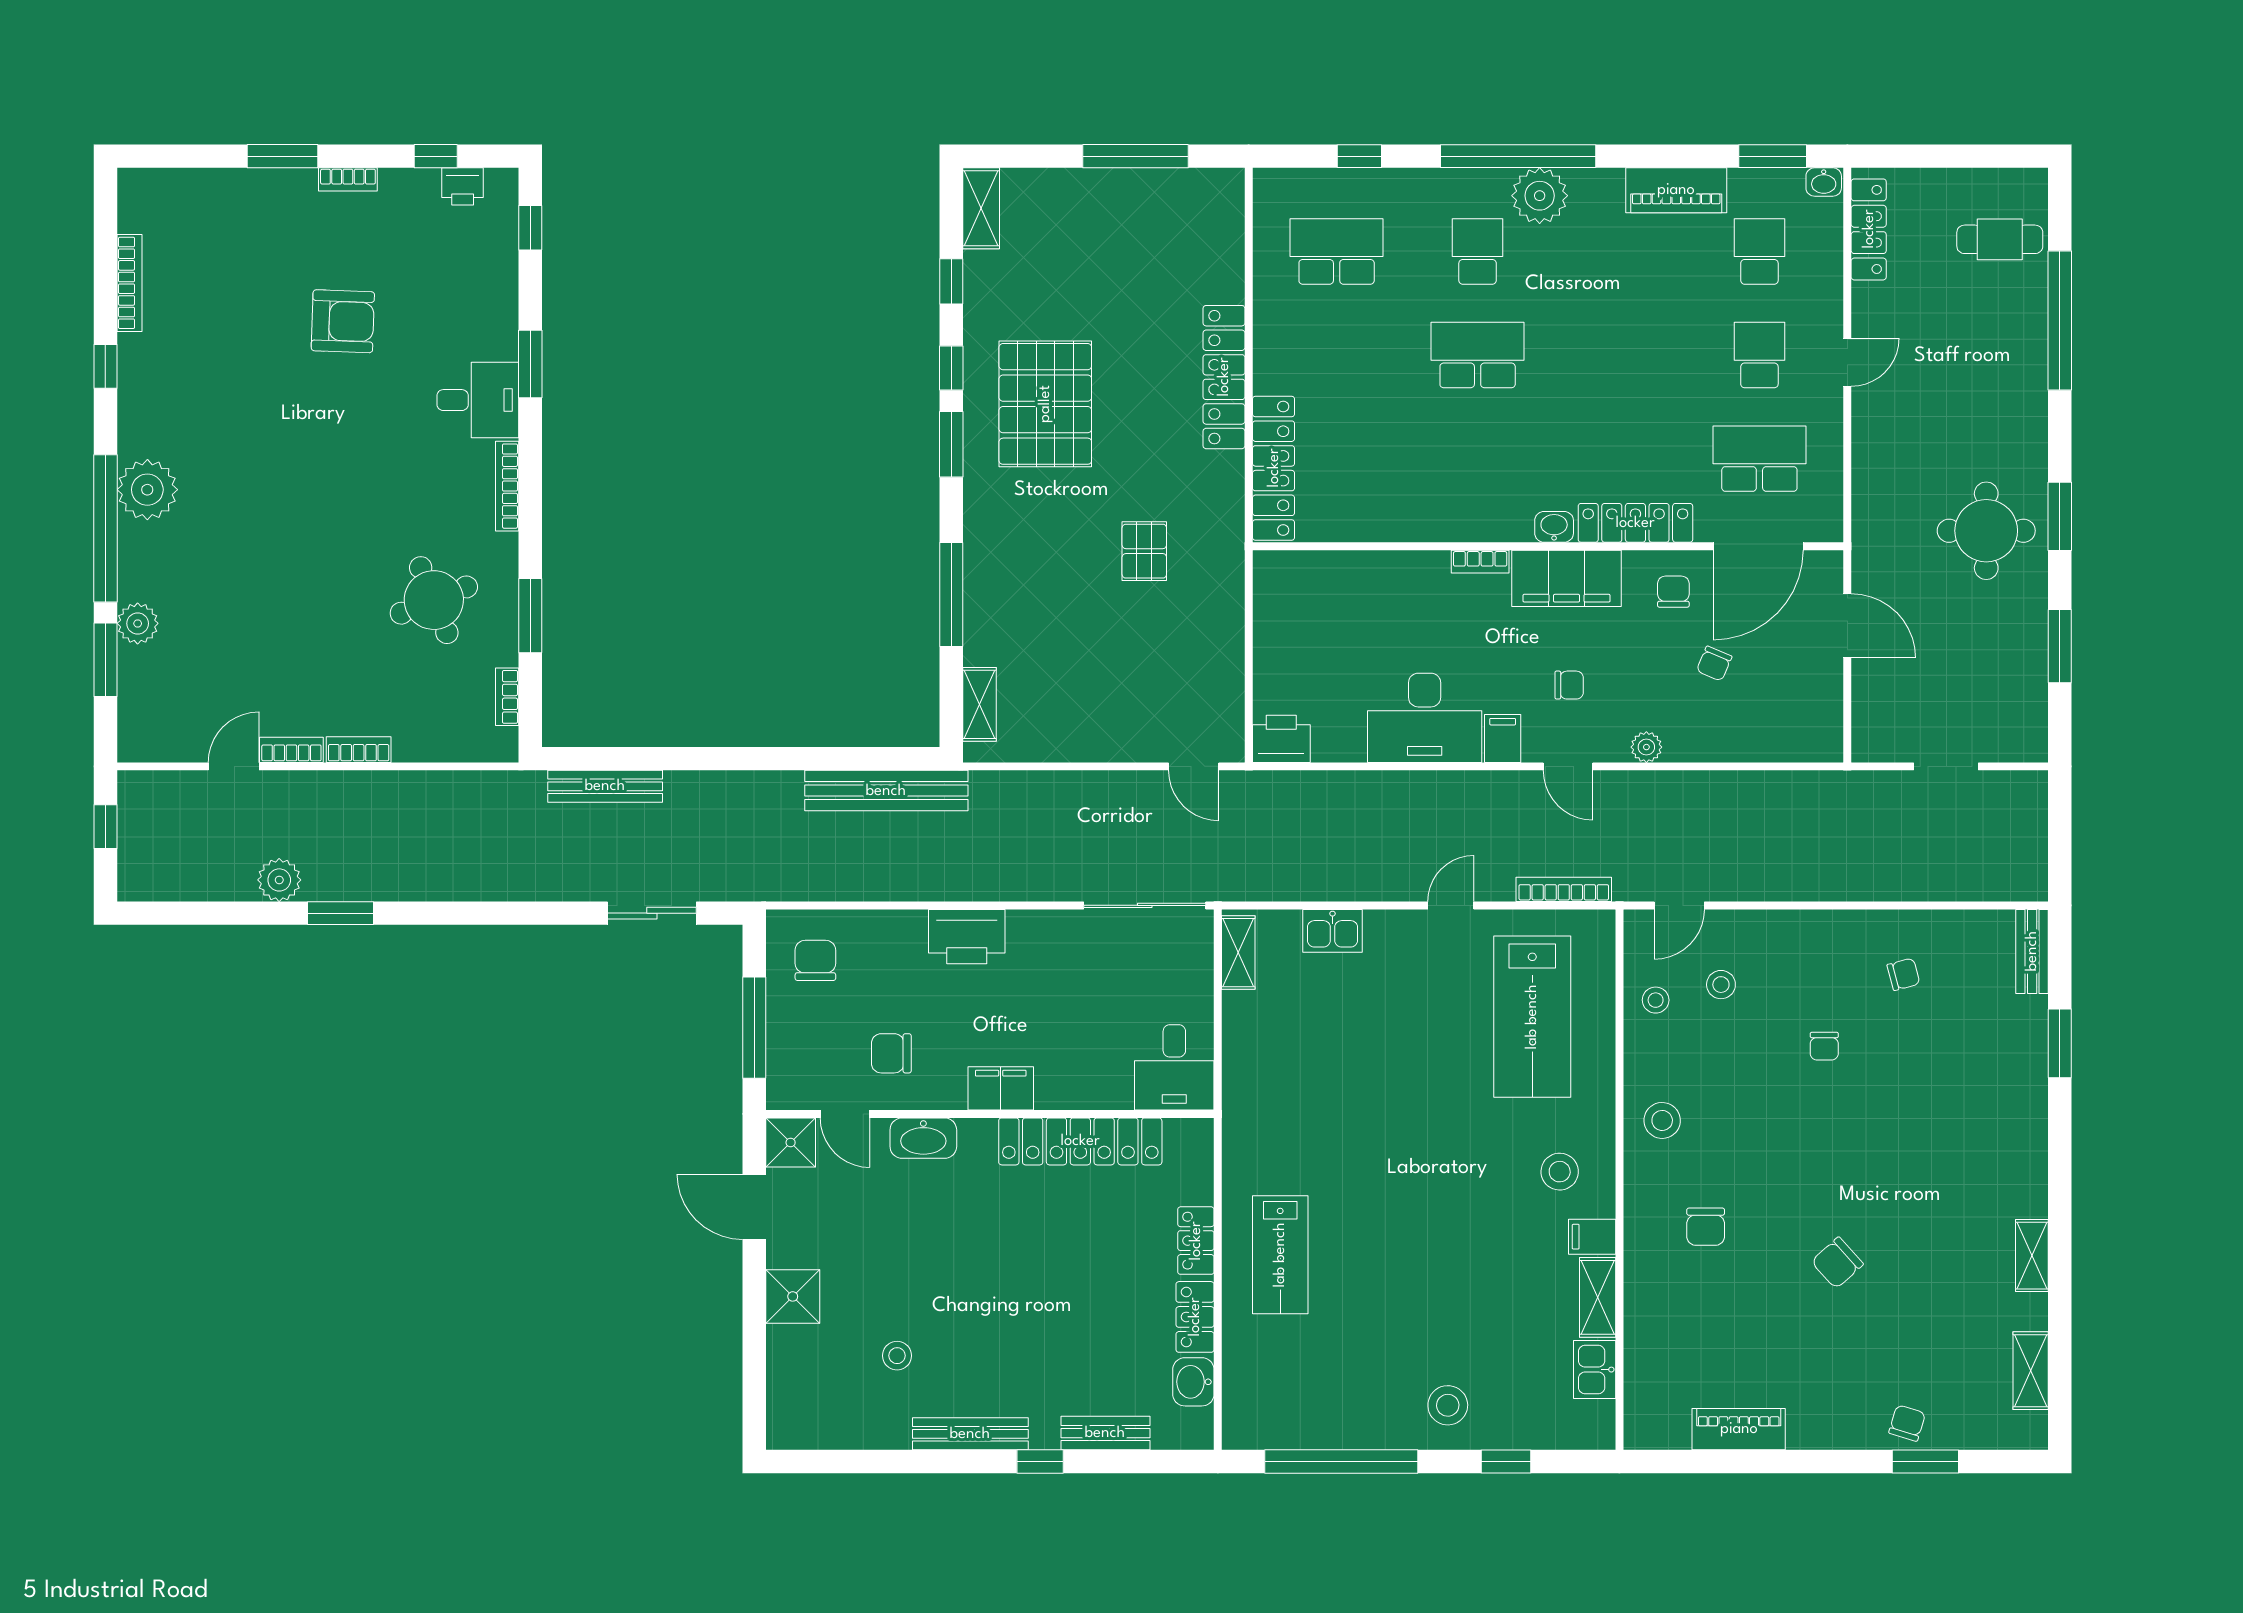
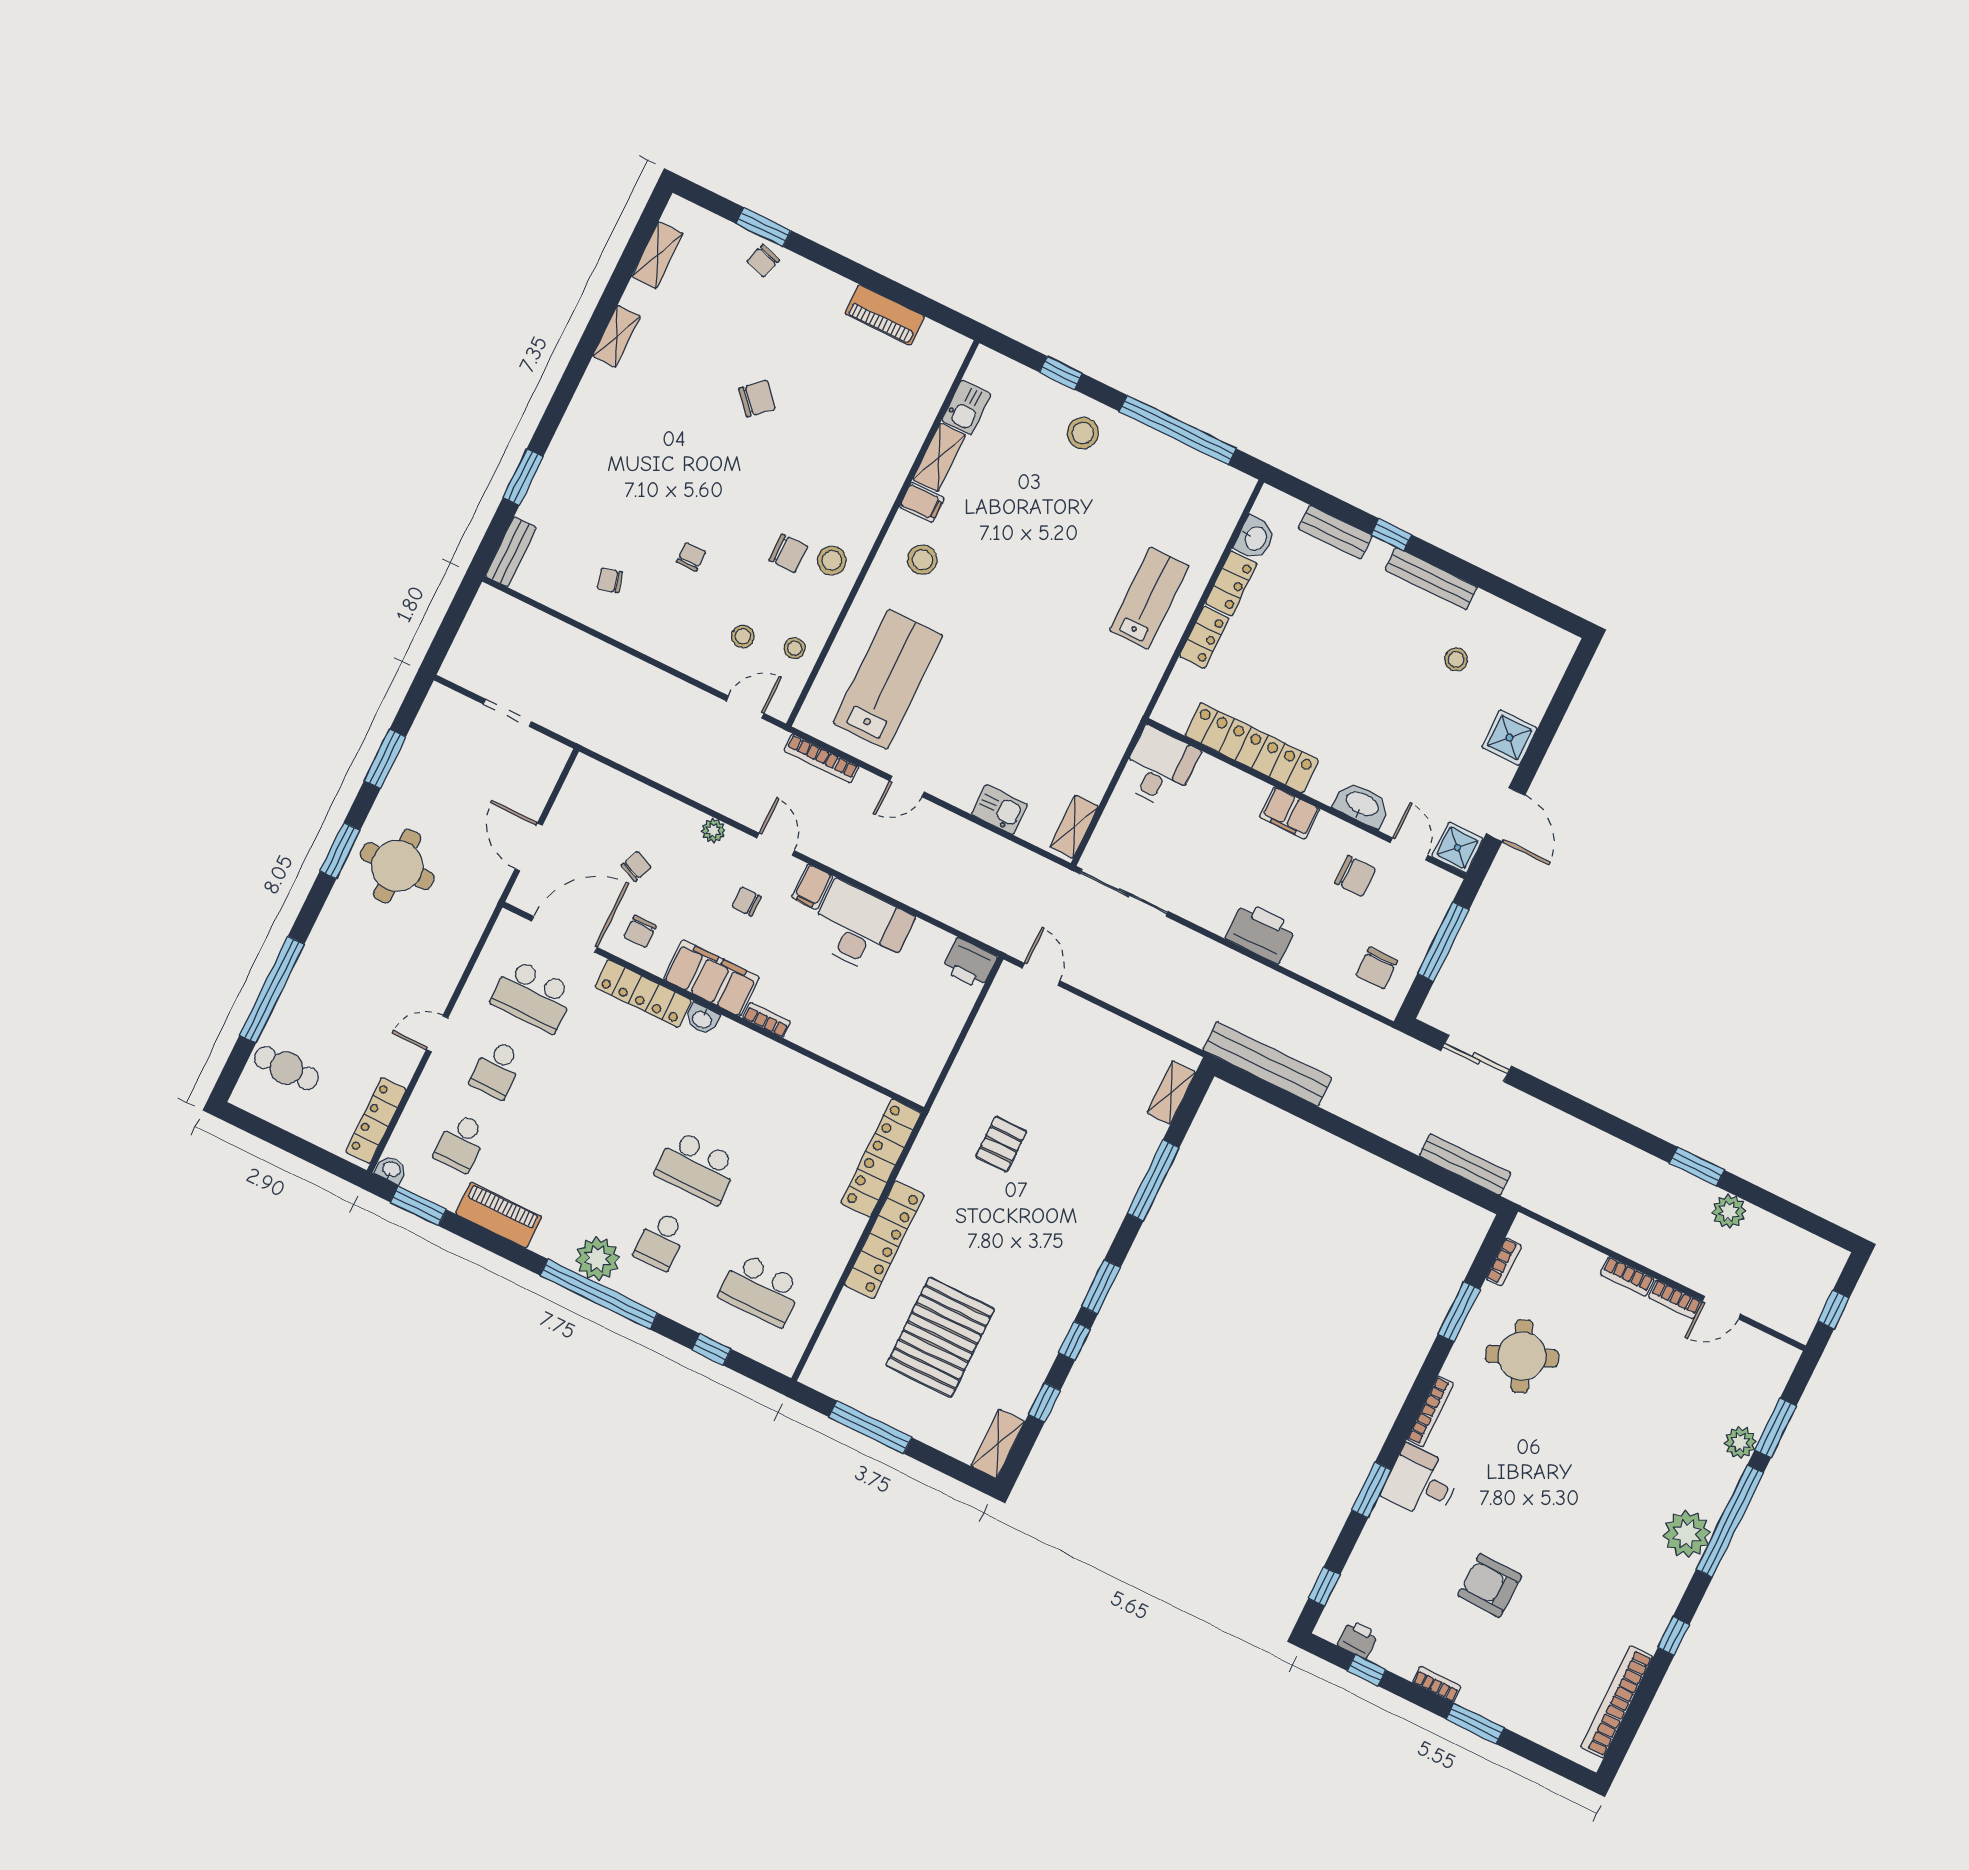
bookcase: (130, 283) -> (1617, 1702), width x1.48, depth x1.31
pallet: (1045, 404) -> (940, 1337), moved
chair: (1706, 1227) -> (788, 553), moved, turned 90

